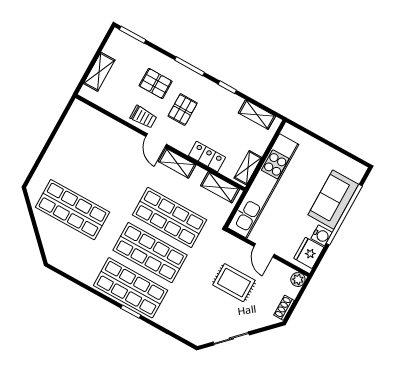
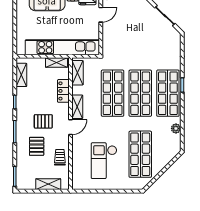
trolley: (143, 117) -> (60, 157), moved
checkout: (90, 159) -> (104, 161), added
door: (264, 250) -> (101, 15), moved
plant: (80, 273) -> (176, 128), added
rug: (234, 283) -> (130, 33), removed

